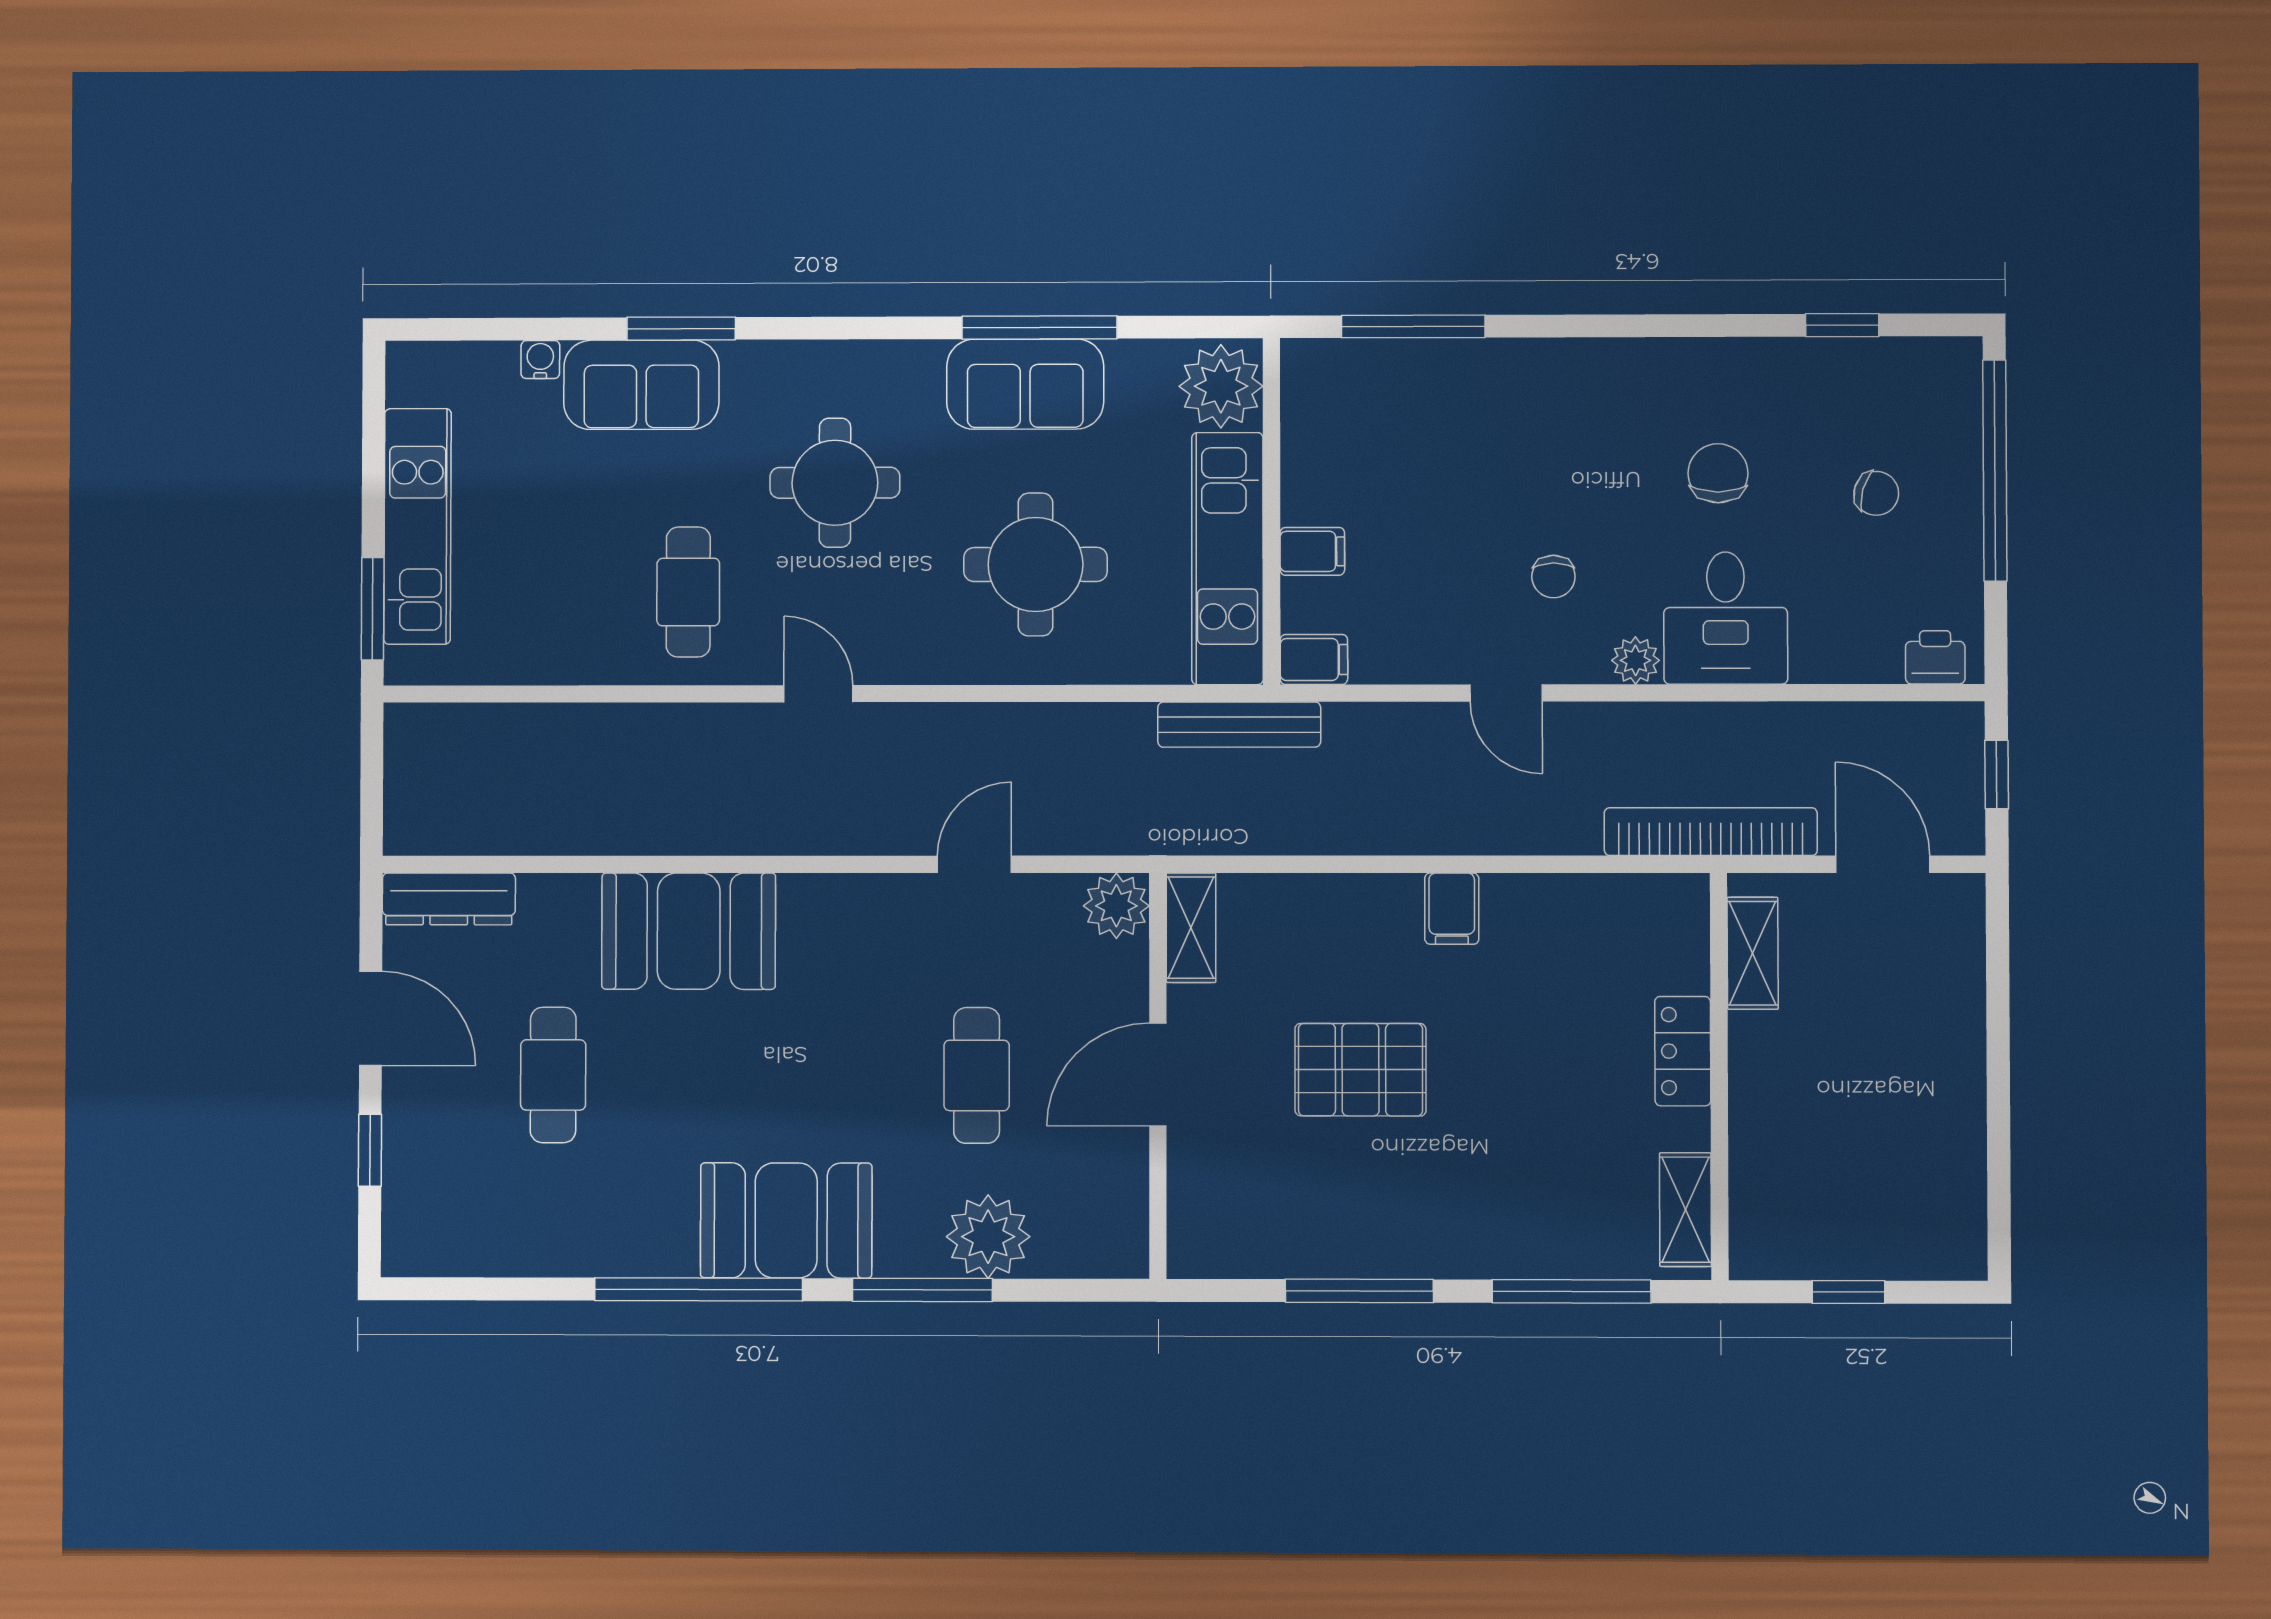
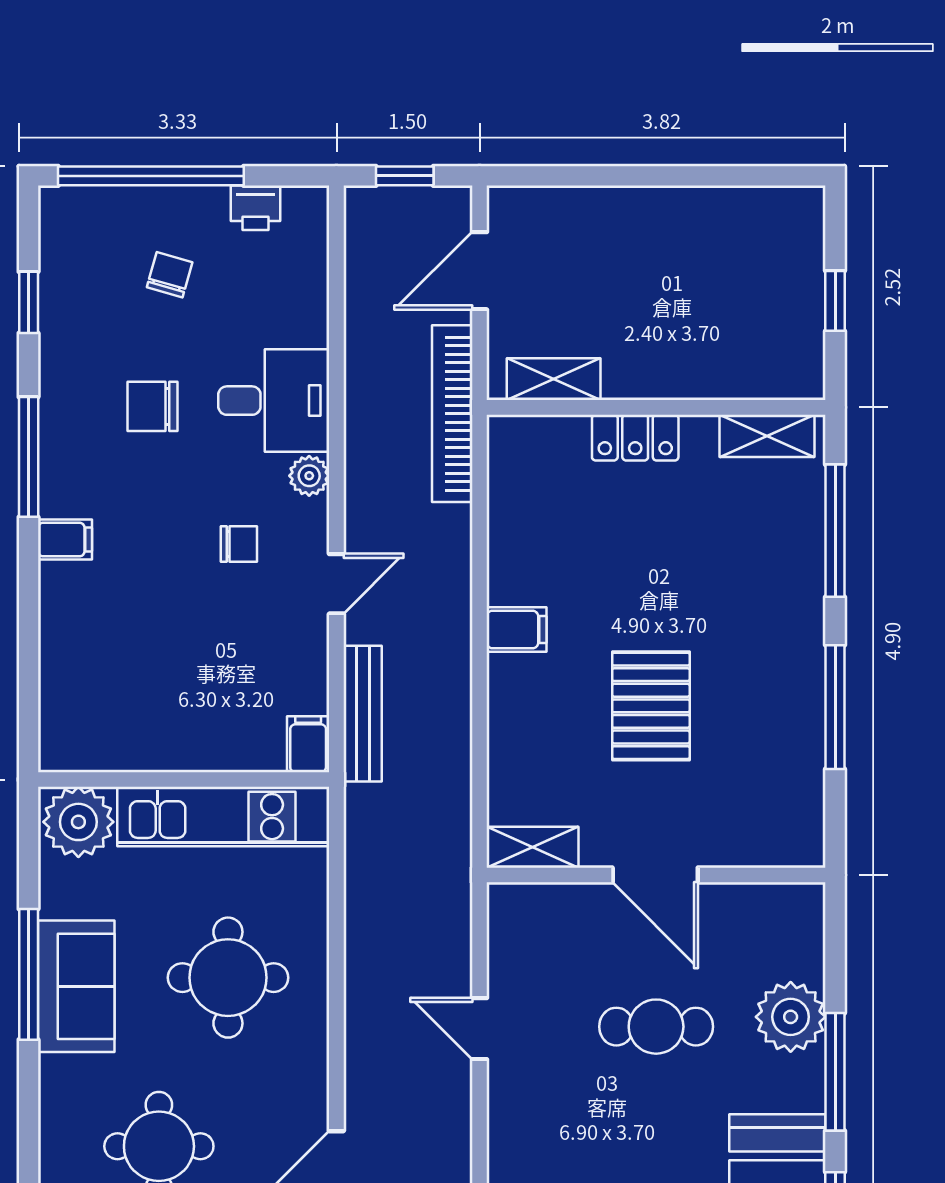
window: (1413, 326) -> (29, 457), moved
filing cabinet: (1312, 551) -> (65, 540), moved, turned 90
printer: (1935, 657) -> (255, 208), moved, turned -90
bench: (1239, 725) -> (363, 714), moved
plant: (1116, 906) -> (514, 910), removed

